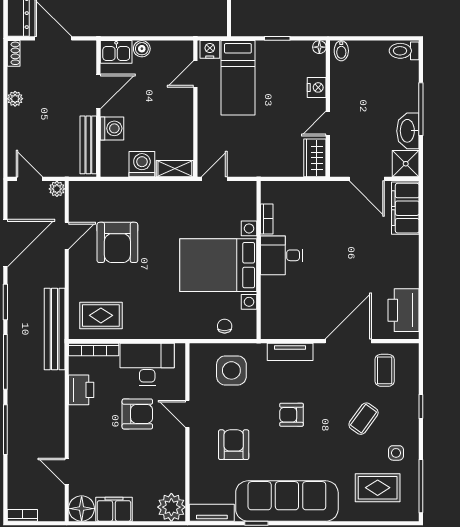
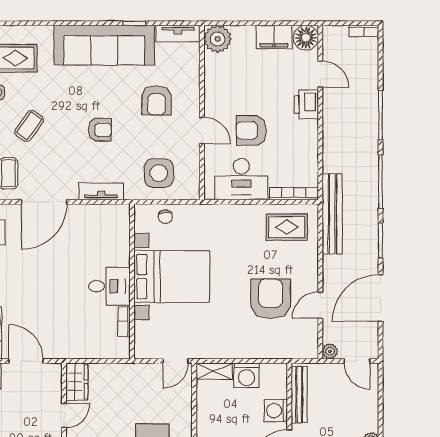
printer: (81, 390) -> (306, 104), moved

